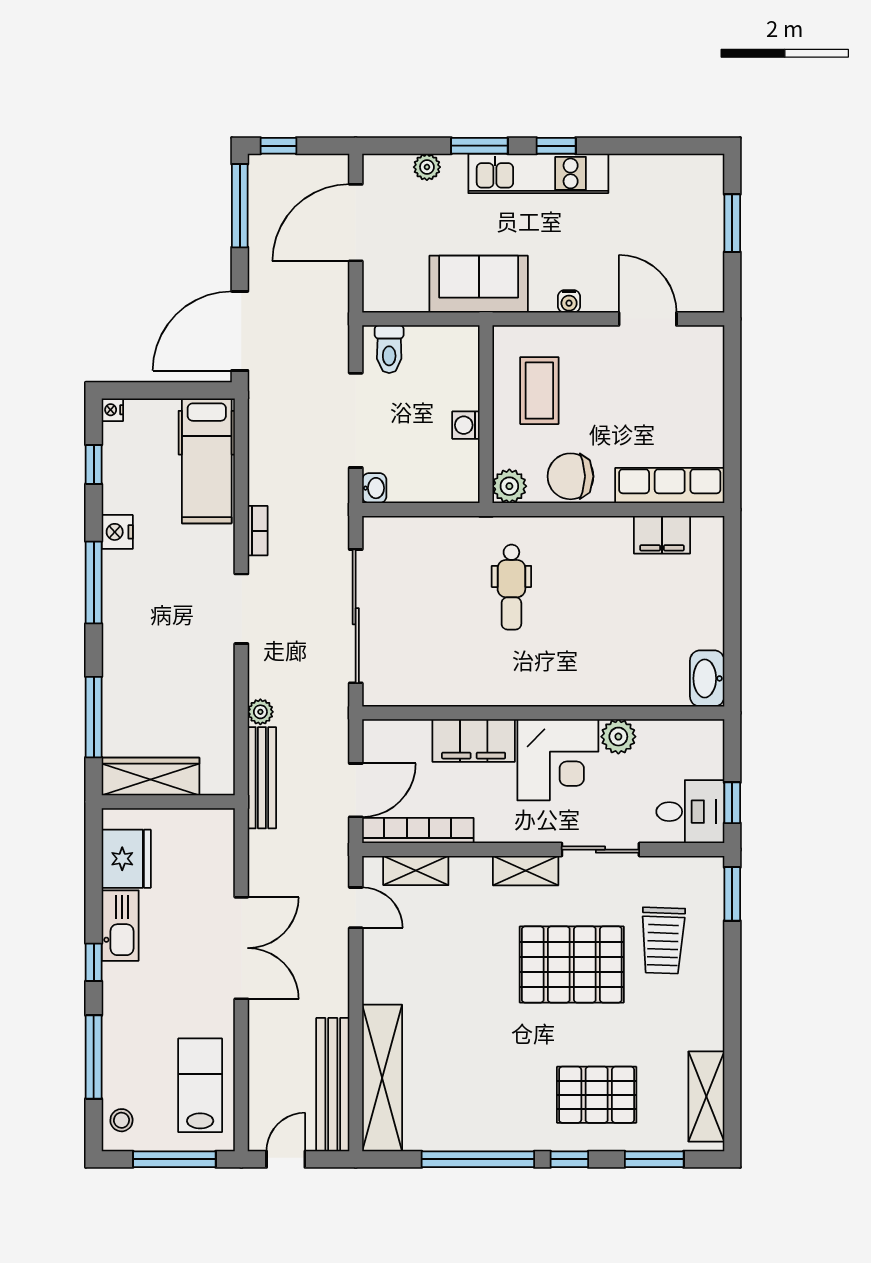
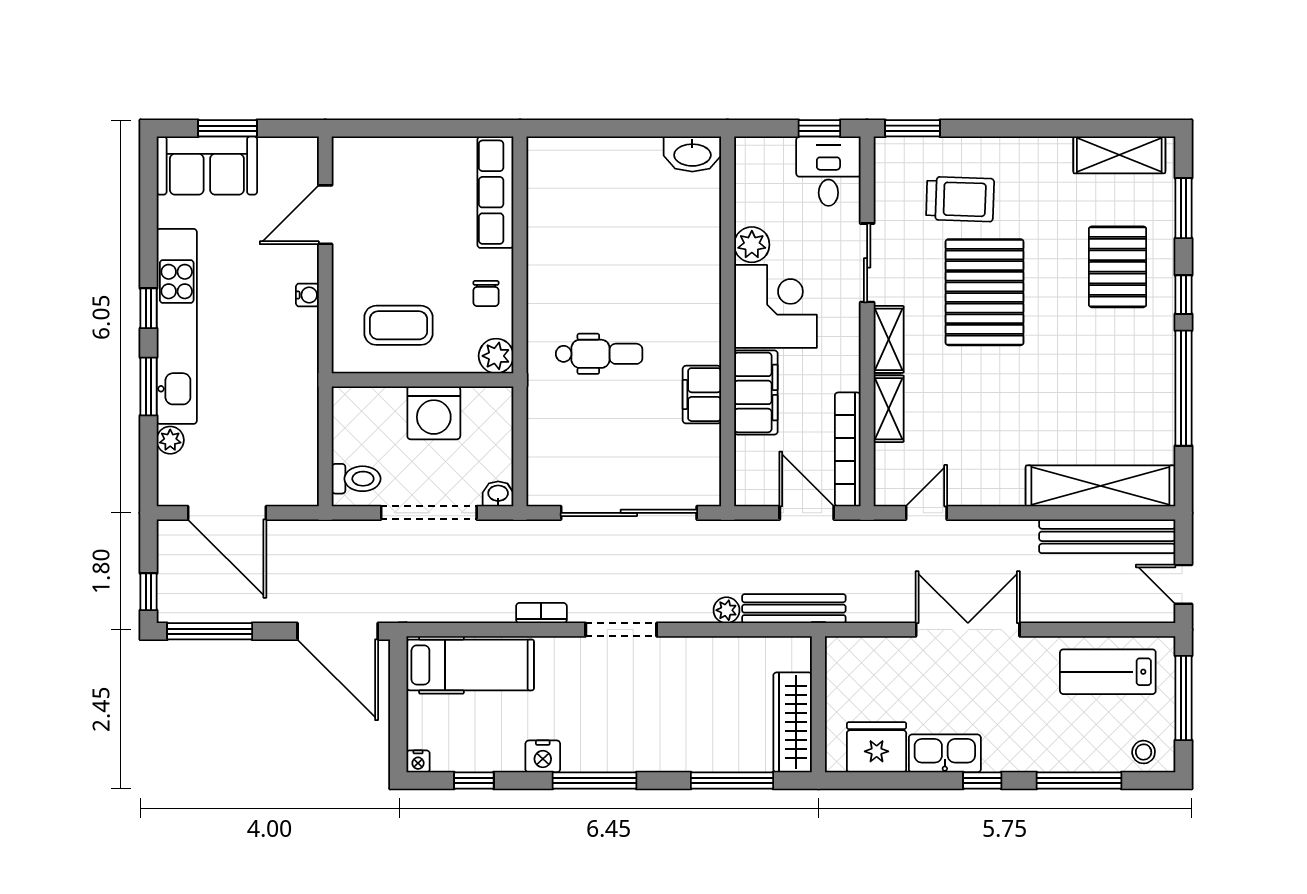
kitchen unit: (538, 173) -> (177, 326), width x1.36
sofa: (479, 284) -> (207, 166), moved, turned -90
washing machine: (466, 425) -> (434, 413), width x1.89, depth x1.89
chair: (571, 476) -> (486, 293), width x0.54, depth x0.54
filing cabinet: (662, 535) -> (702, 395), moved, turned 180
shelving: (416, 871) -> (889, 409), moved

